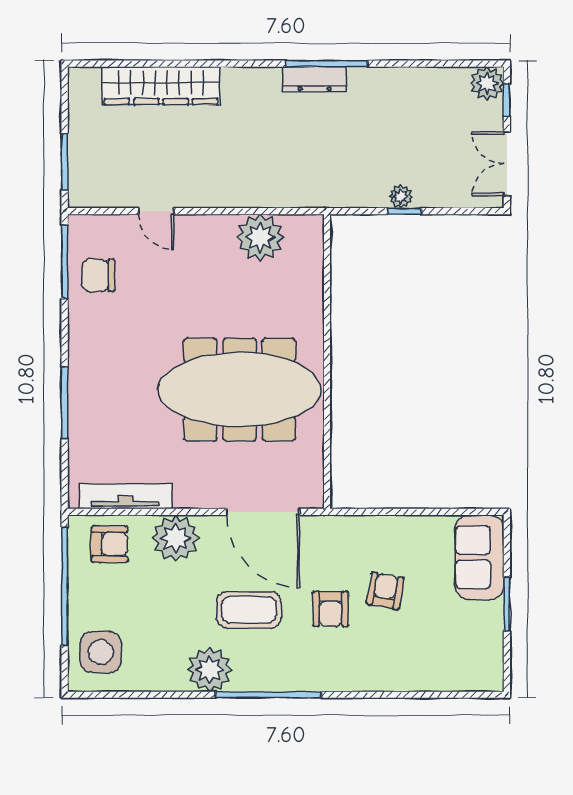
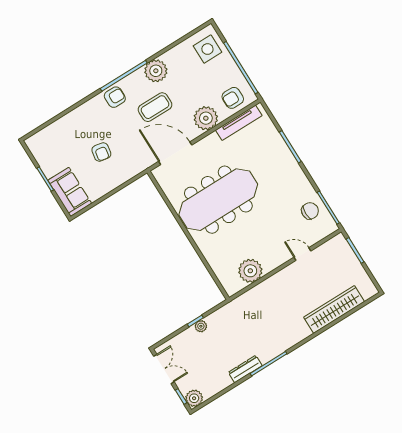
dresser: (315, 79) -> (245, 369), moved
armchair: (331, 609) -> (115, 97), moved, turned 90

